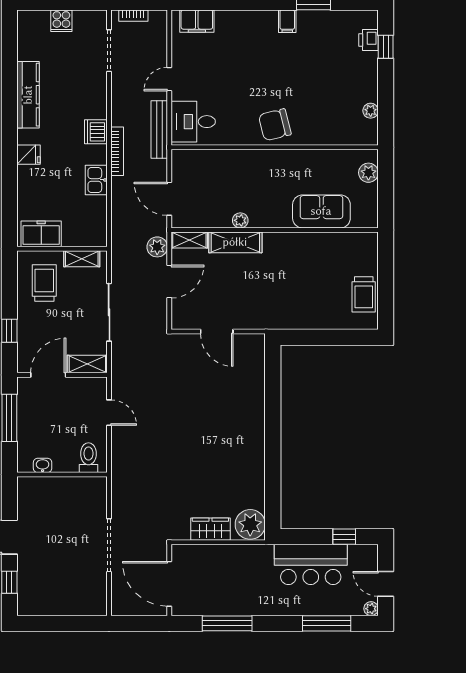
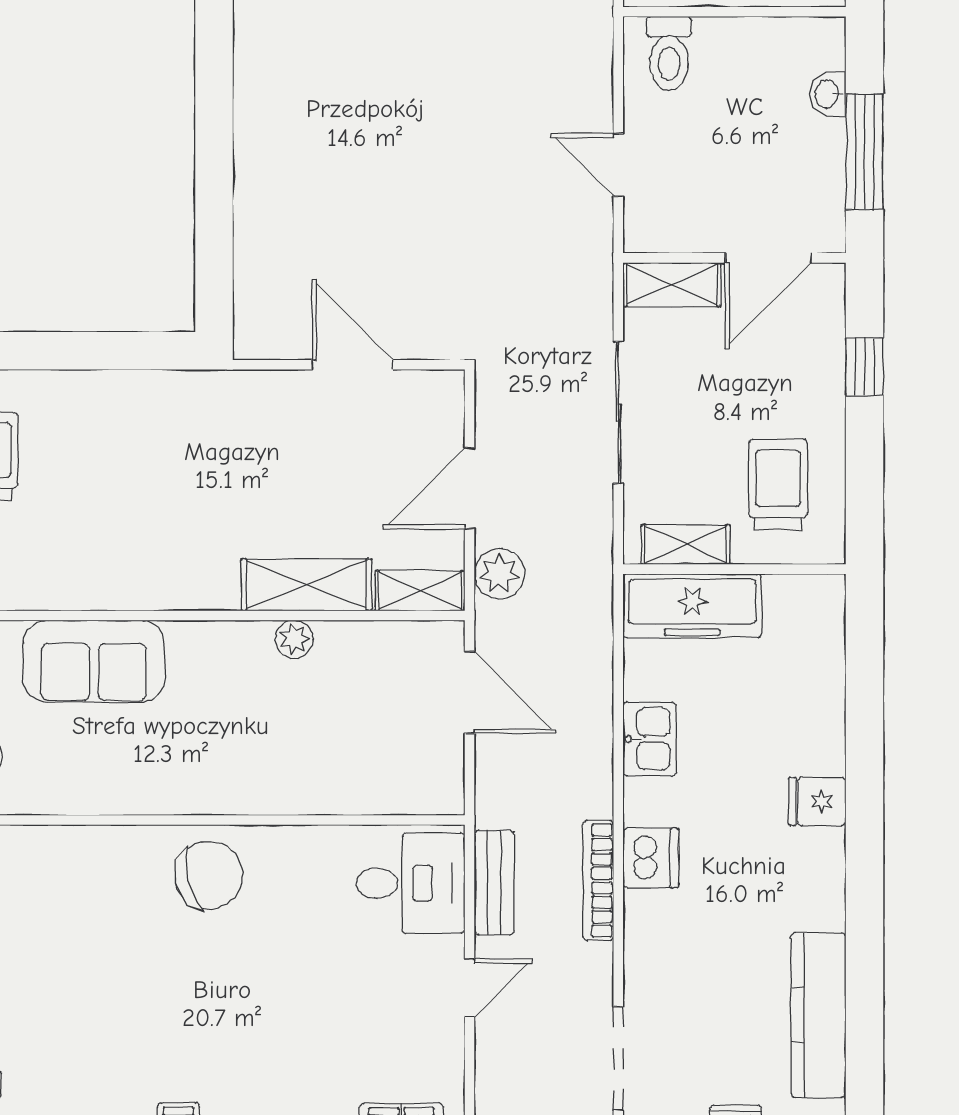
kitchen counter: (28, 95) -> (818, 1015), moved
bench: (159, 130) -> (494, 883), width x0.73
bookcase: (117, 151) -> (598, 881), moved
freezer: (41, 234) -> (692, 606), moved, width x1.40
trolley: (44, 283) -> (778, 485), turned 180
washbasin: (43, 465) -> (828, 94), moved, turned 90

